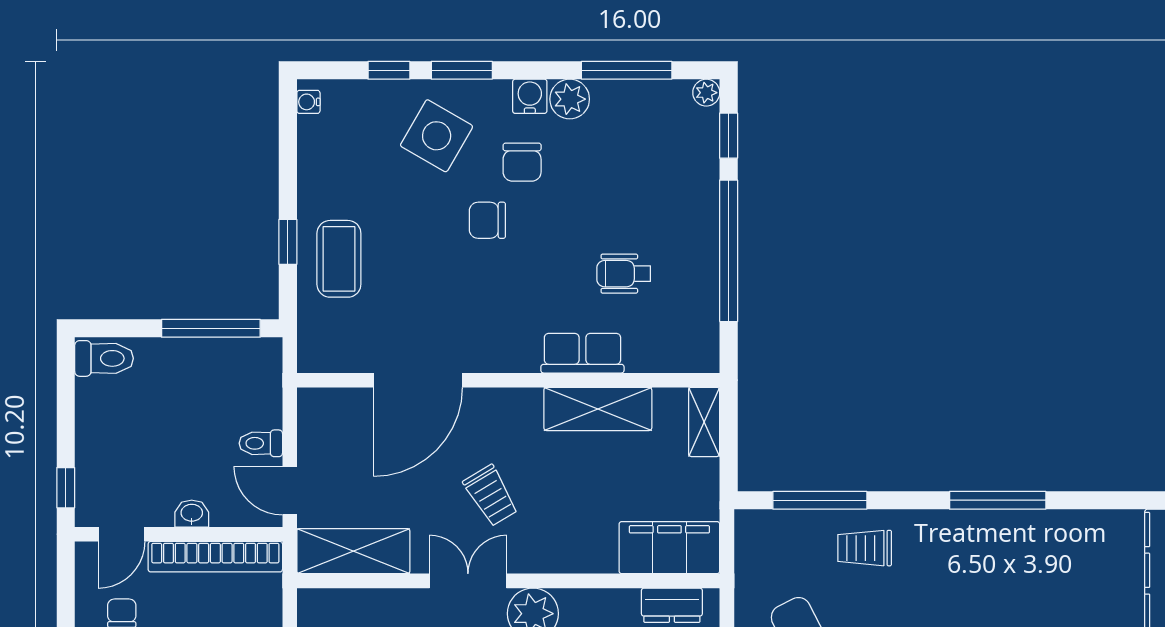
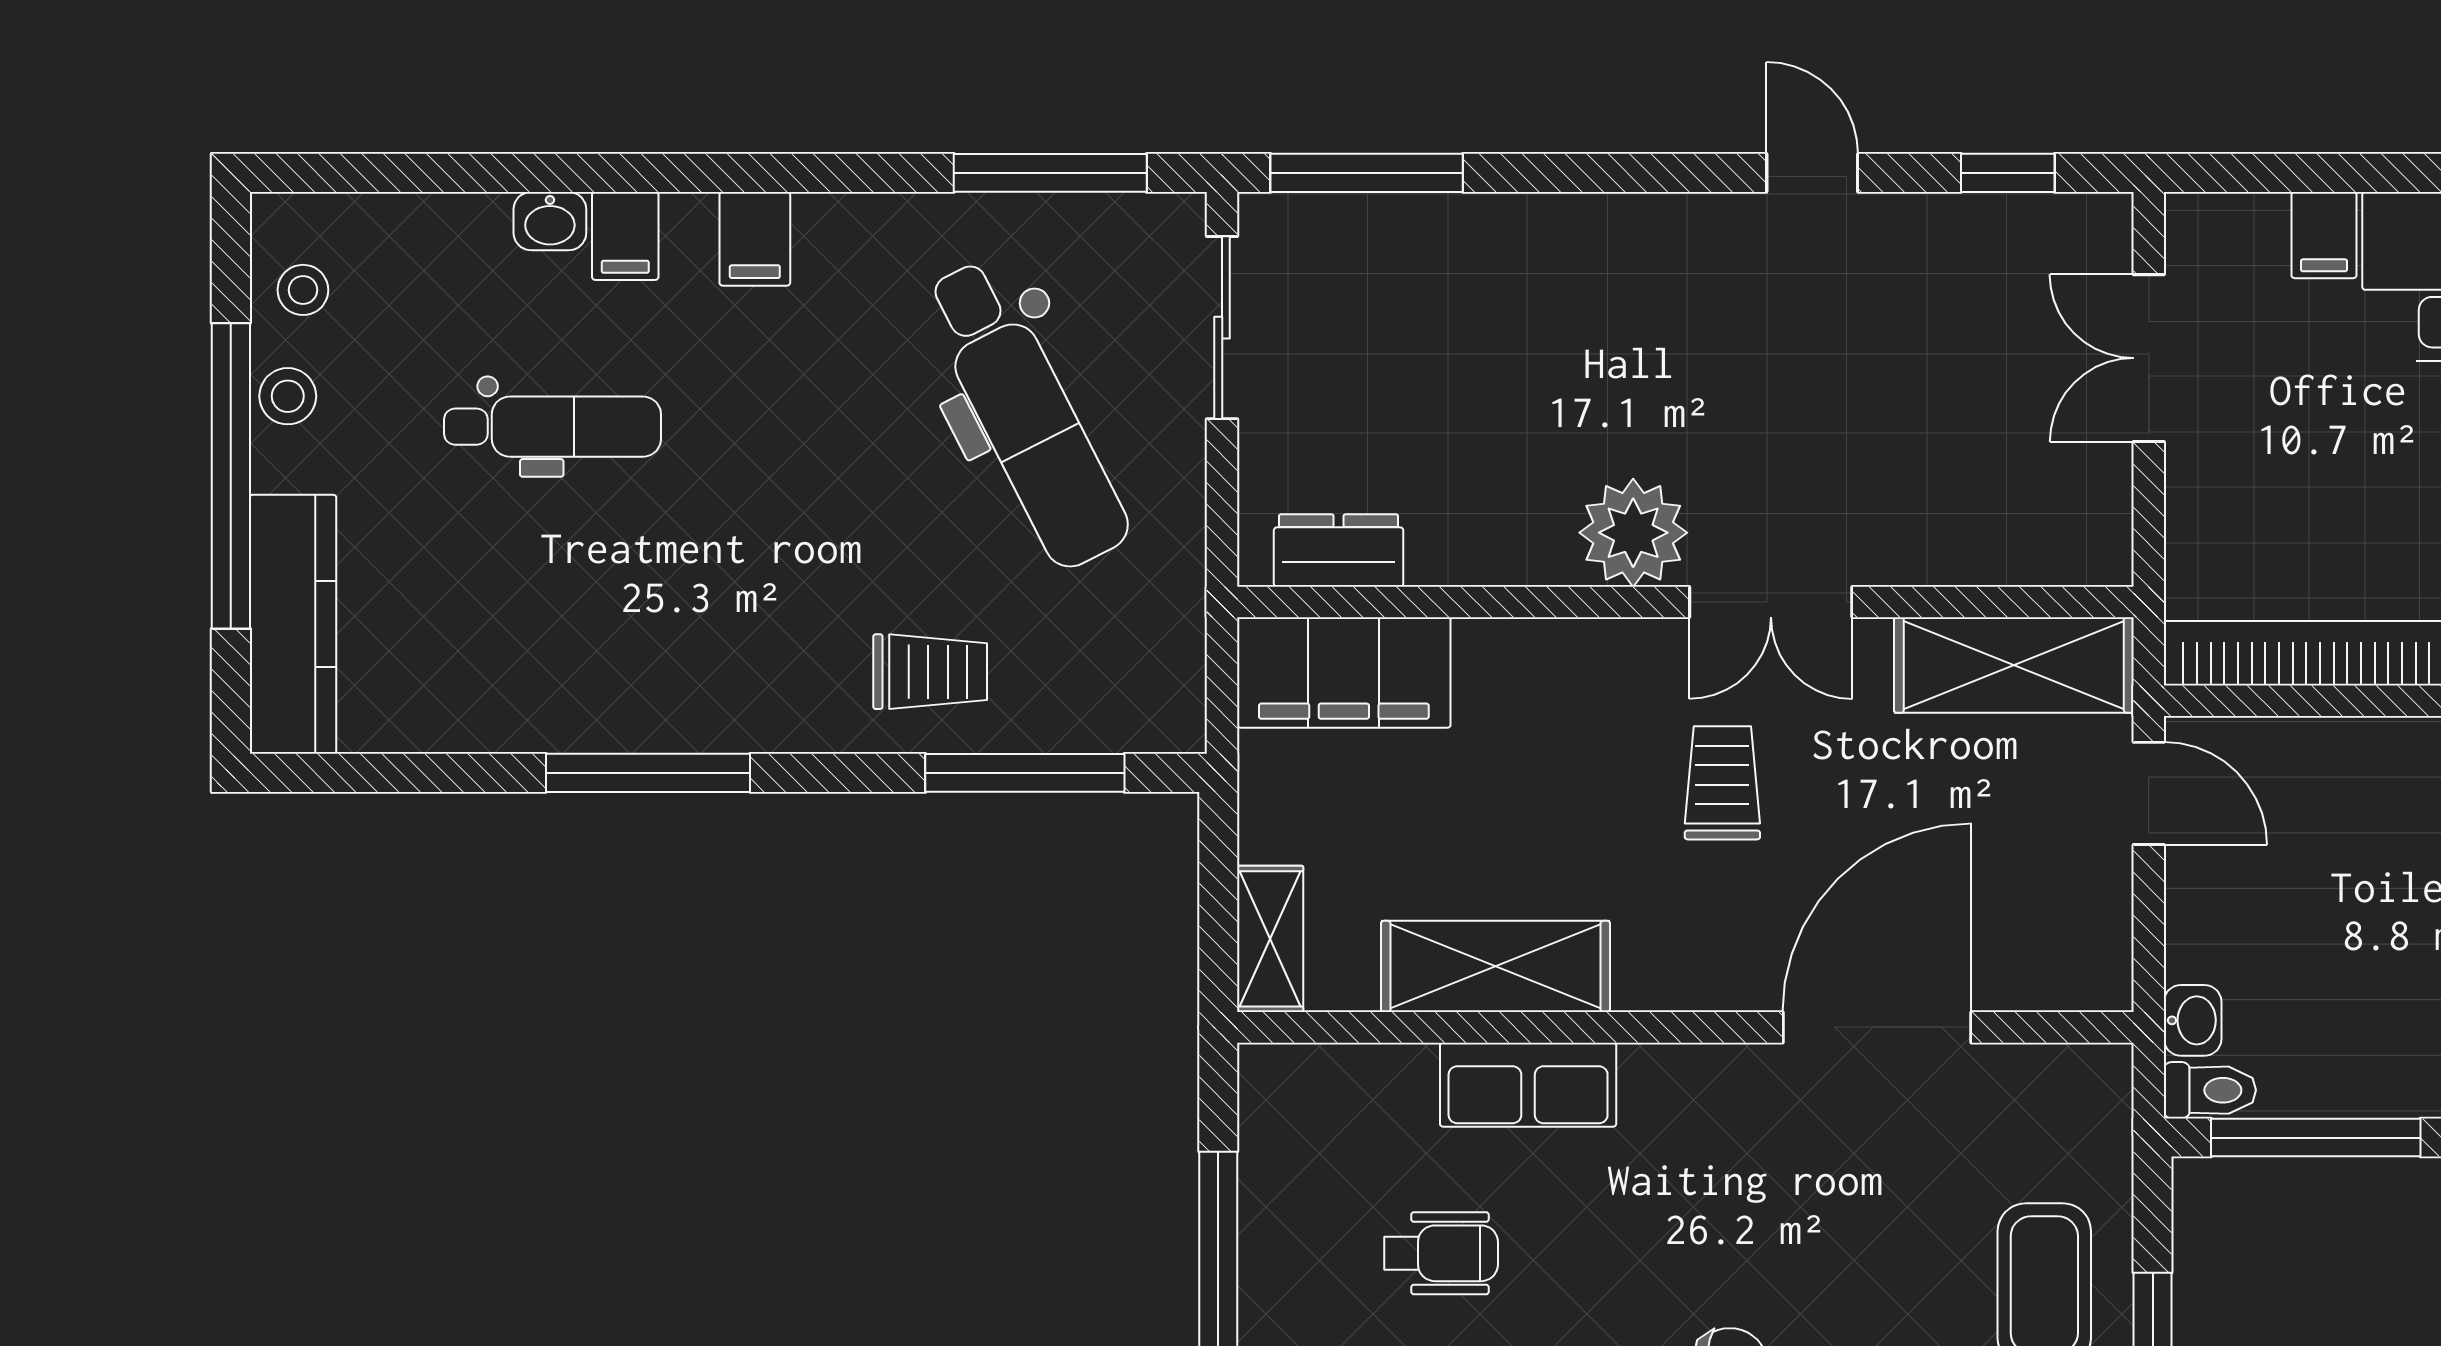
toilet: (261, 443) -> (2210, 1090), moved
trolley: (491, 496) -> (1722, 783), turned 31
washbasin: (192, 514) -> (2193, 1020), moved, turned -90

